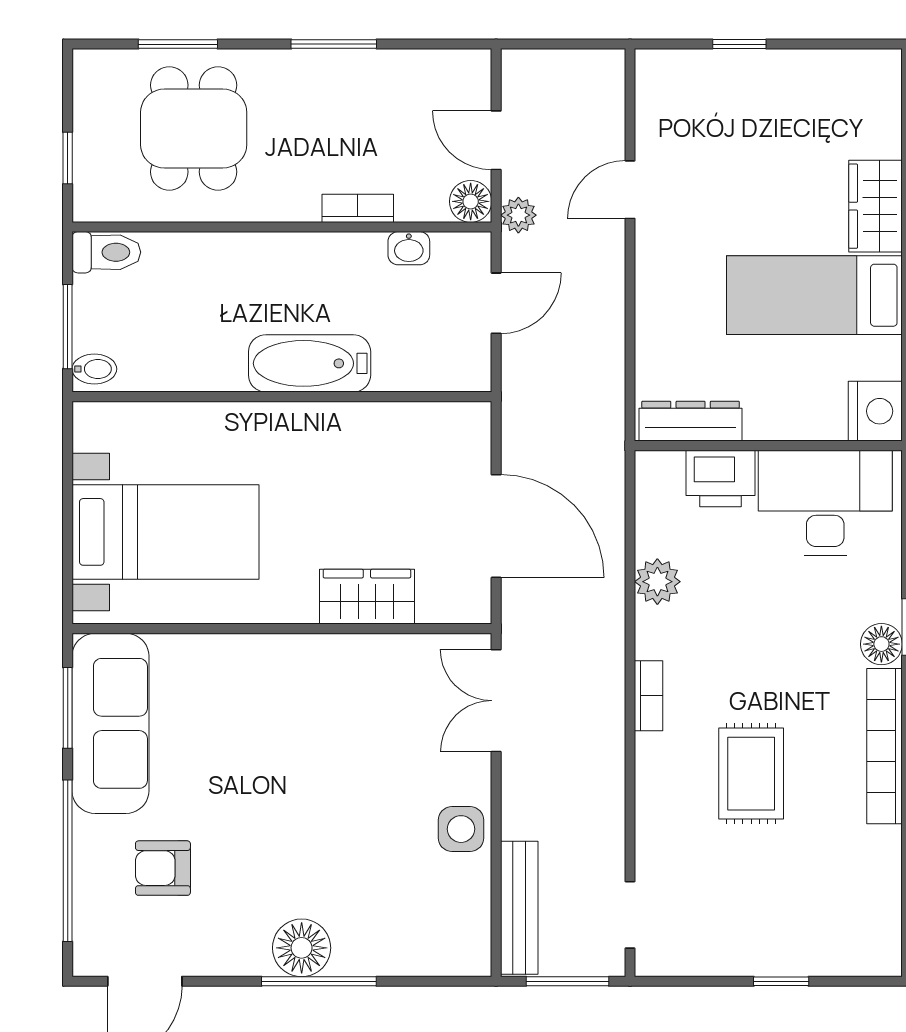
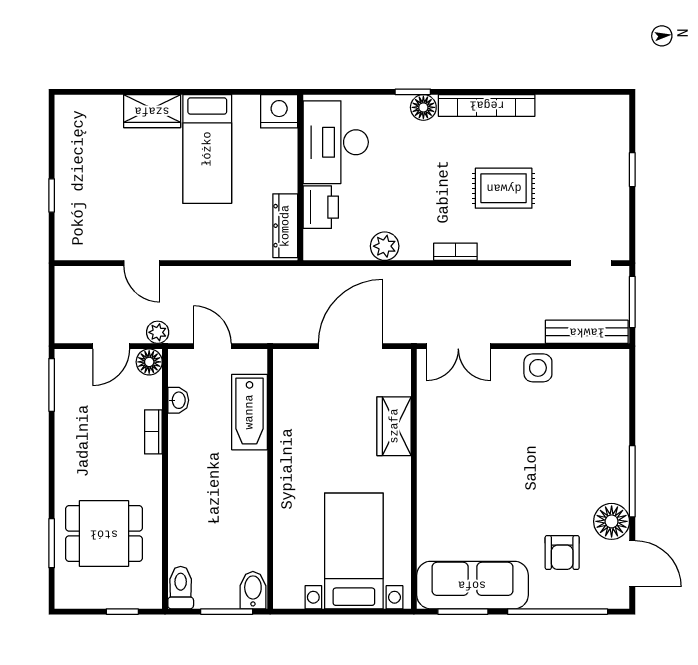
window: (334, 44) -> (52, 385), moved
bathtub: (310, 363) -> (249, 412), moved
bidet: (94, 369) -> (253, 590), width x1.38, depth x1.36
floor lamp: (302, 948) -> (612, 521), moved
window: (319, 981) -> (632, 481), moved

